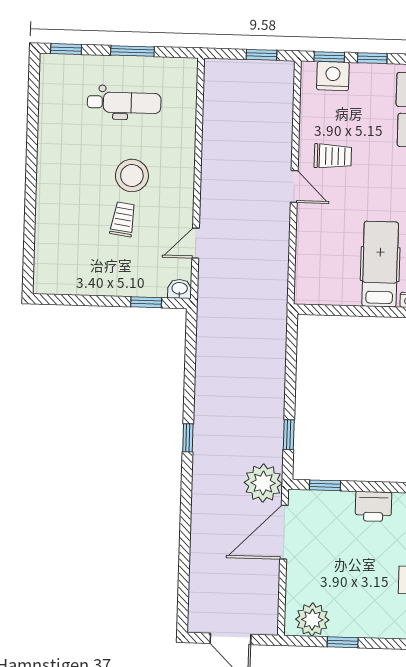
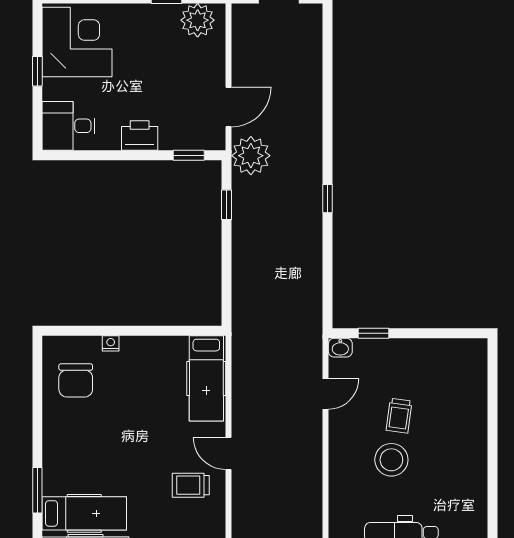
hospital bed: (380, 264) -> (206, 378), moved
door: (284, 532) -> (229, 107), width x0.73

